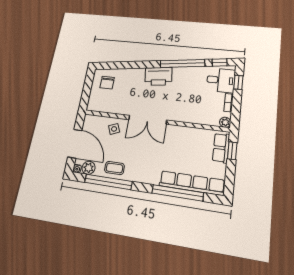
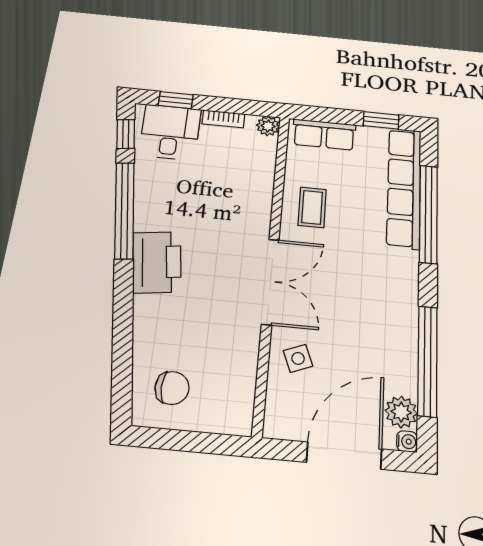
window: (232, 151) -> (381, 120), moved
coffee table: (114, 168) -> (312, 207), moved

